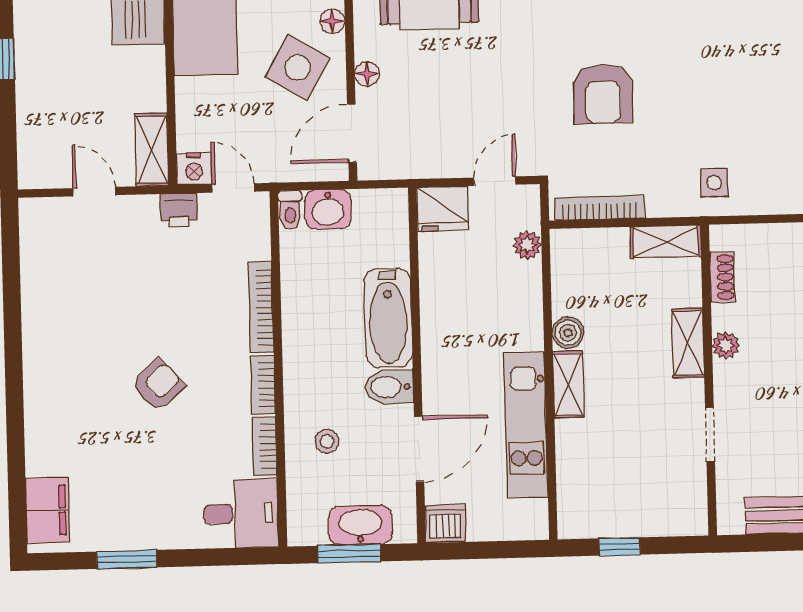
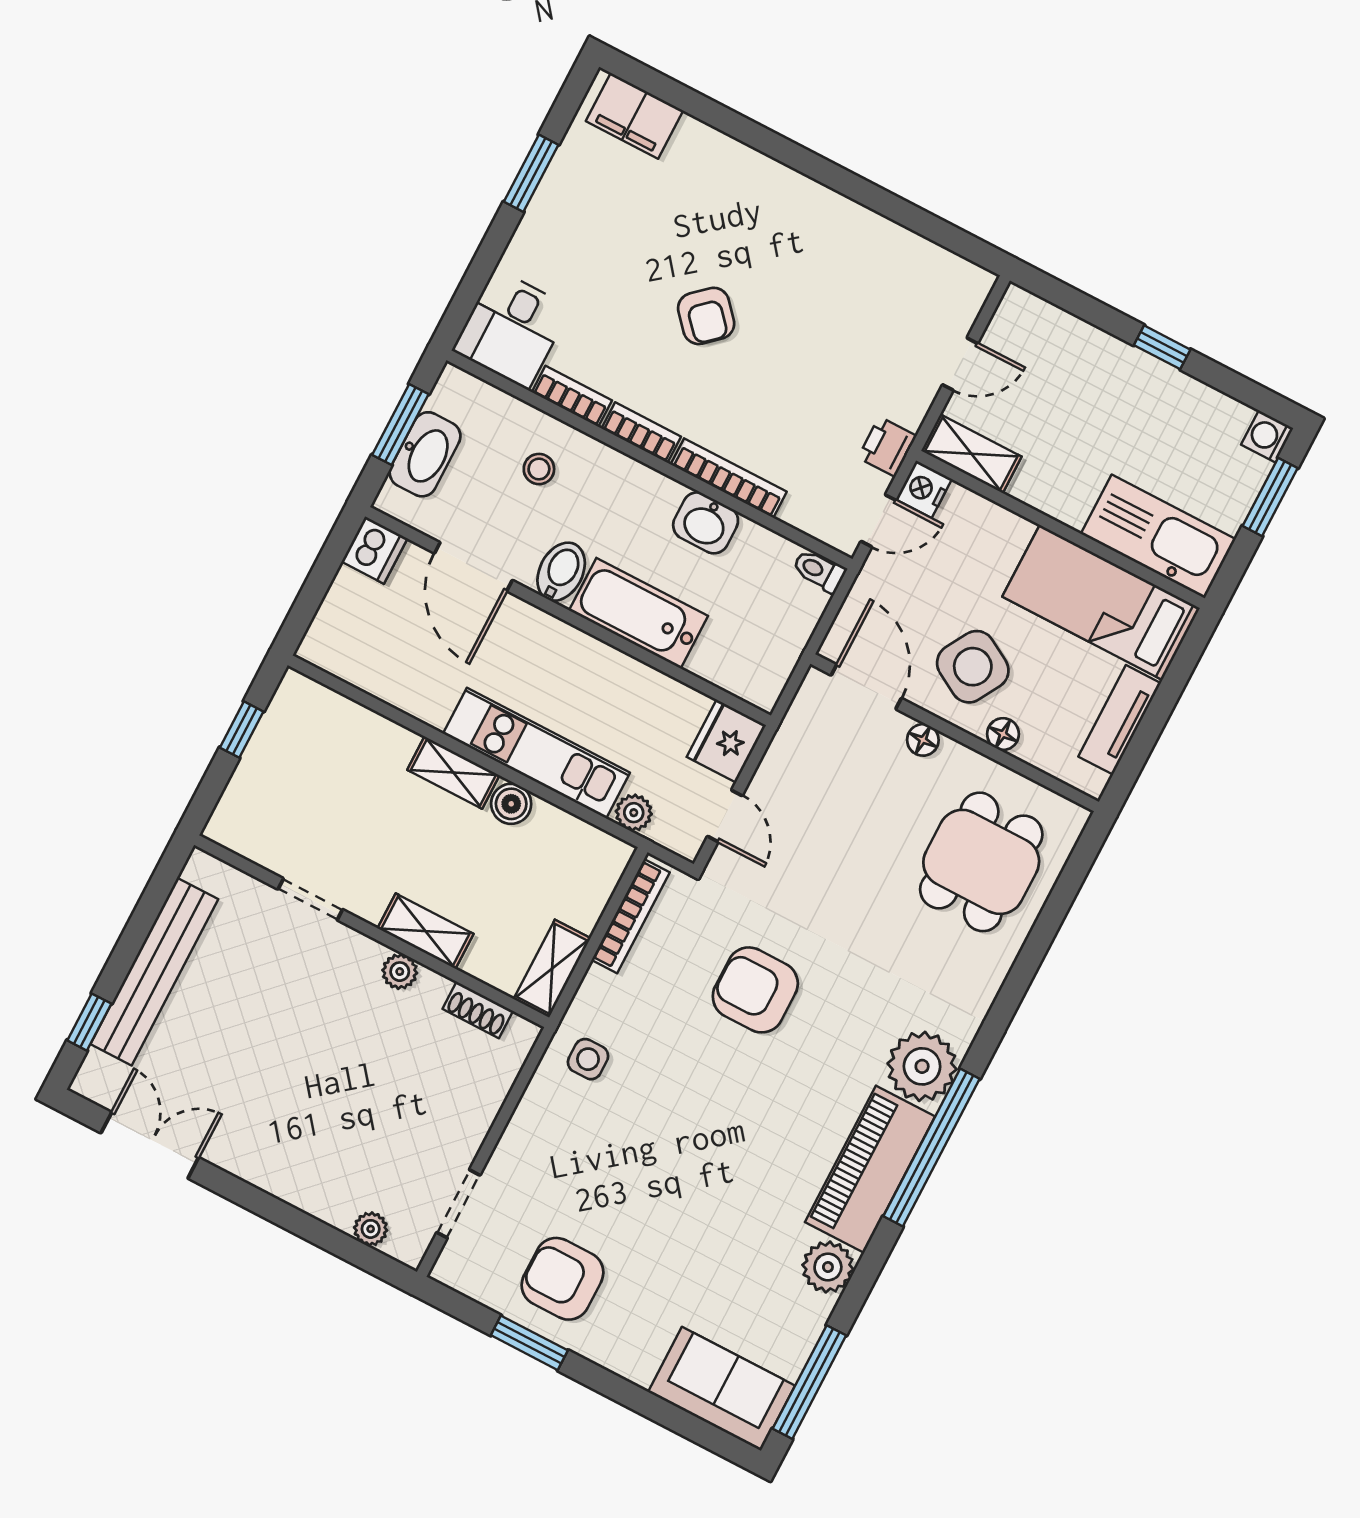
washbasin: (328, 209) -> (706, 523), moved, turned -90
kitchen unit: (526, 425) -> (537, 753), moved

